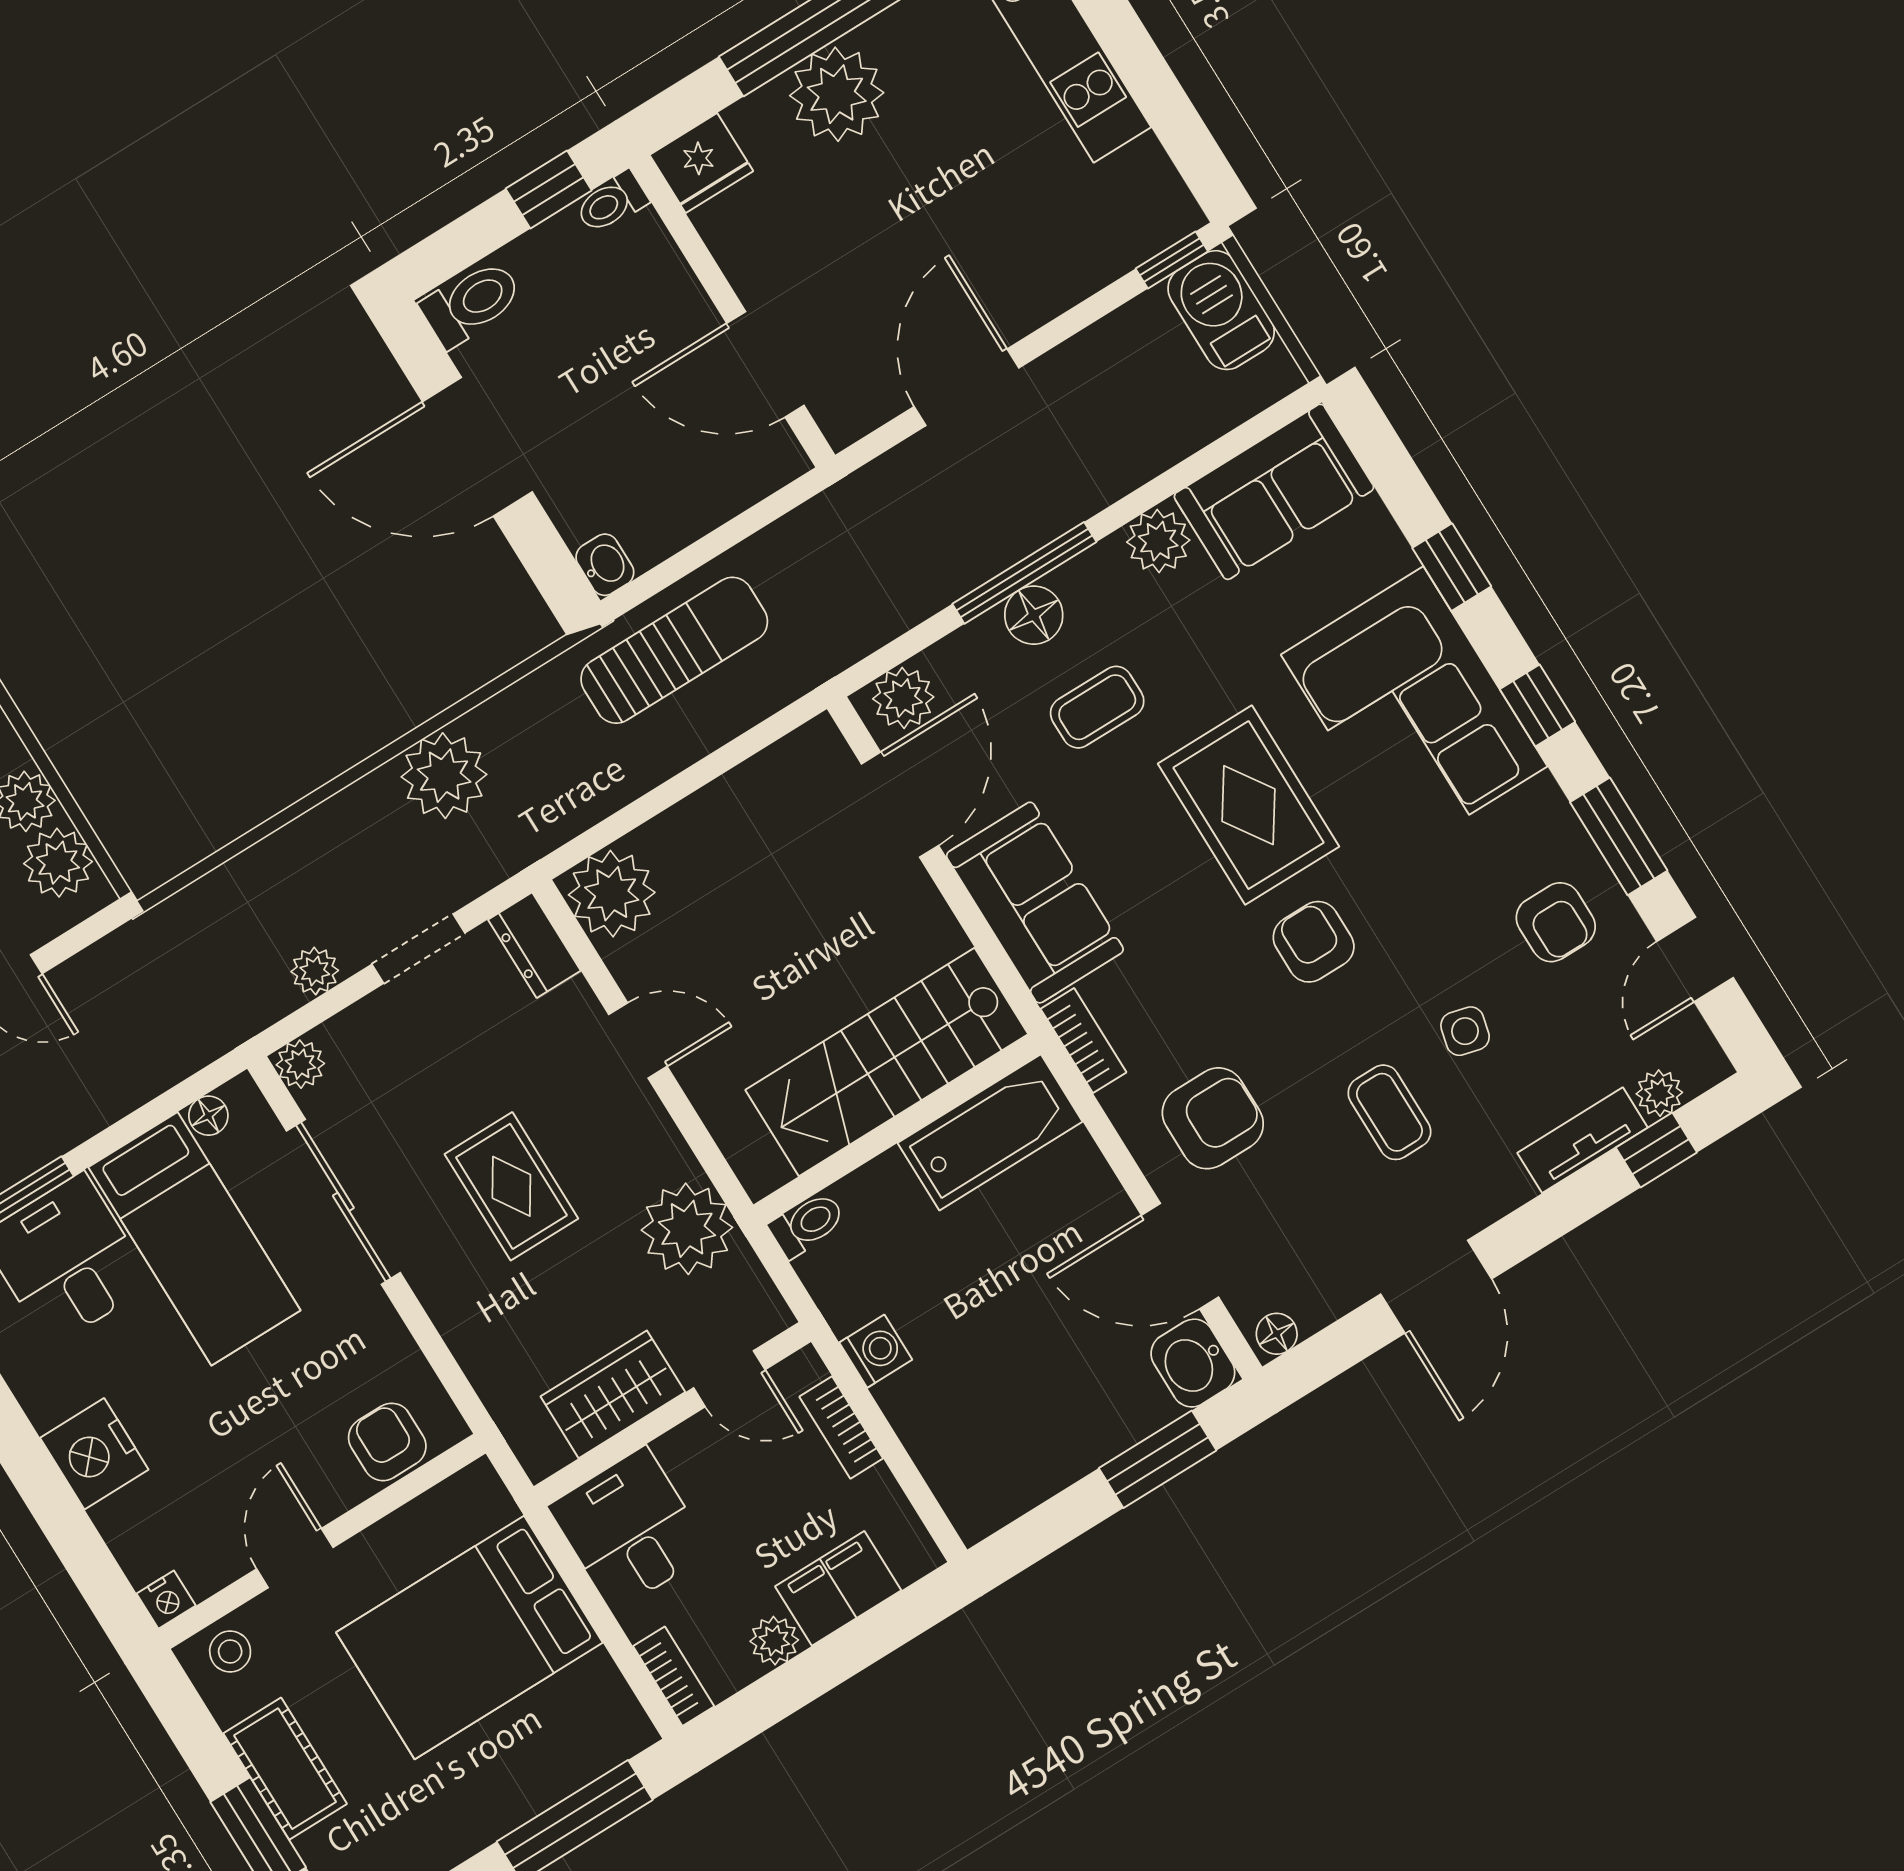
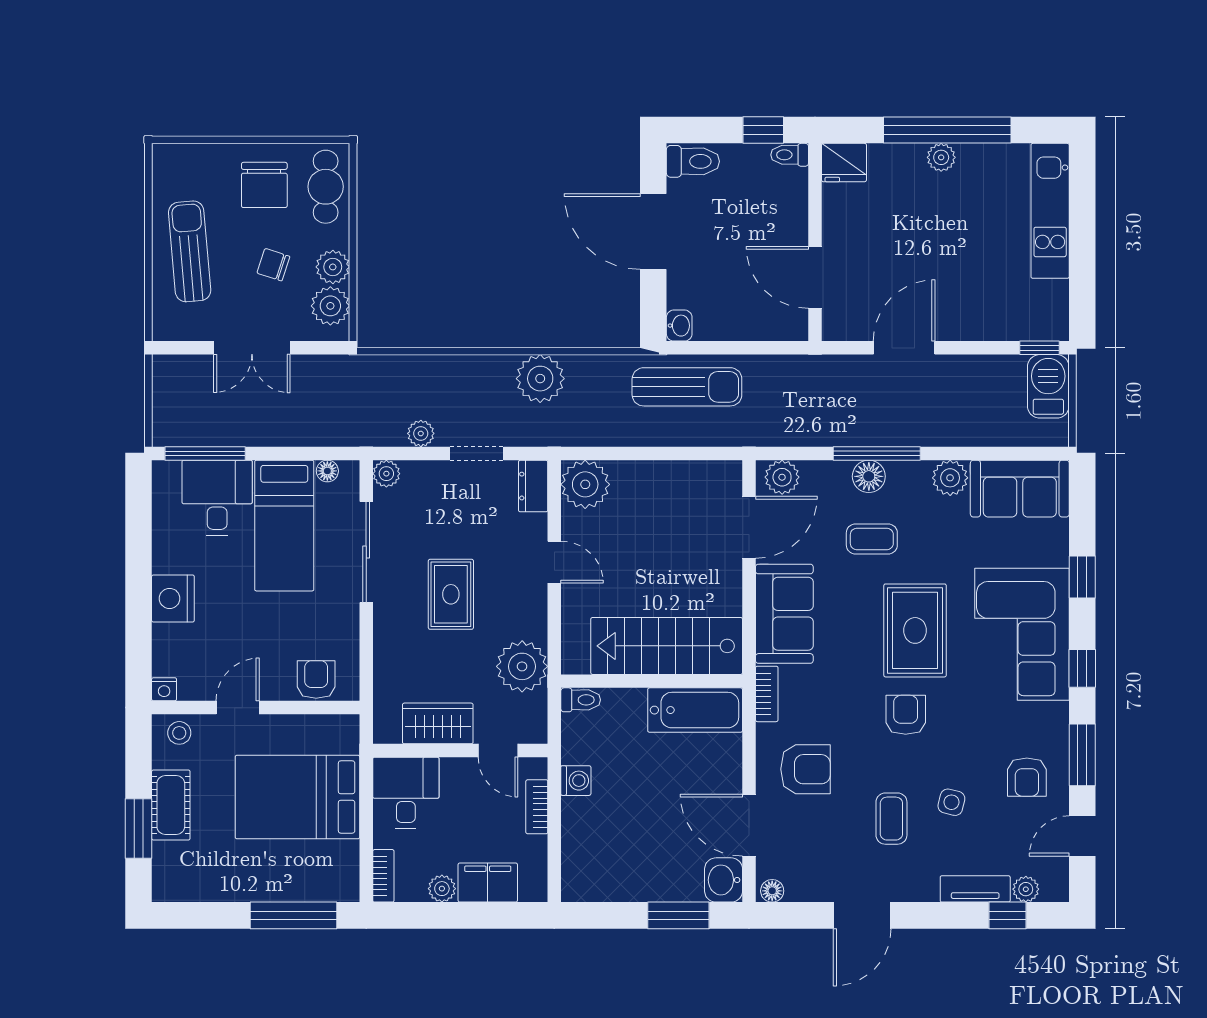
plant: (837, 94) -> (941, 157), width x0.53, depth x0.53

